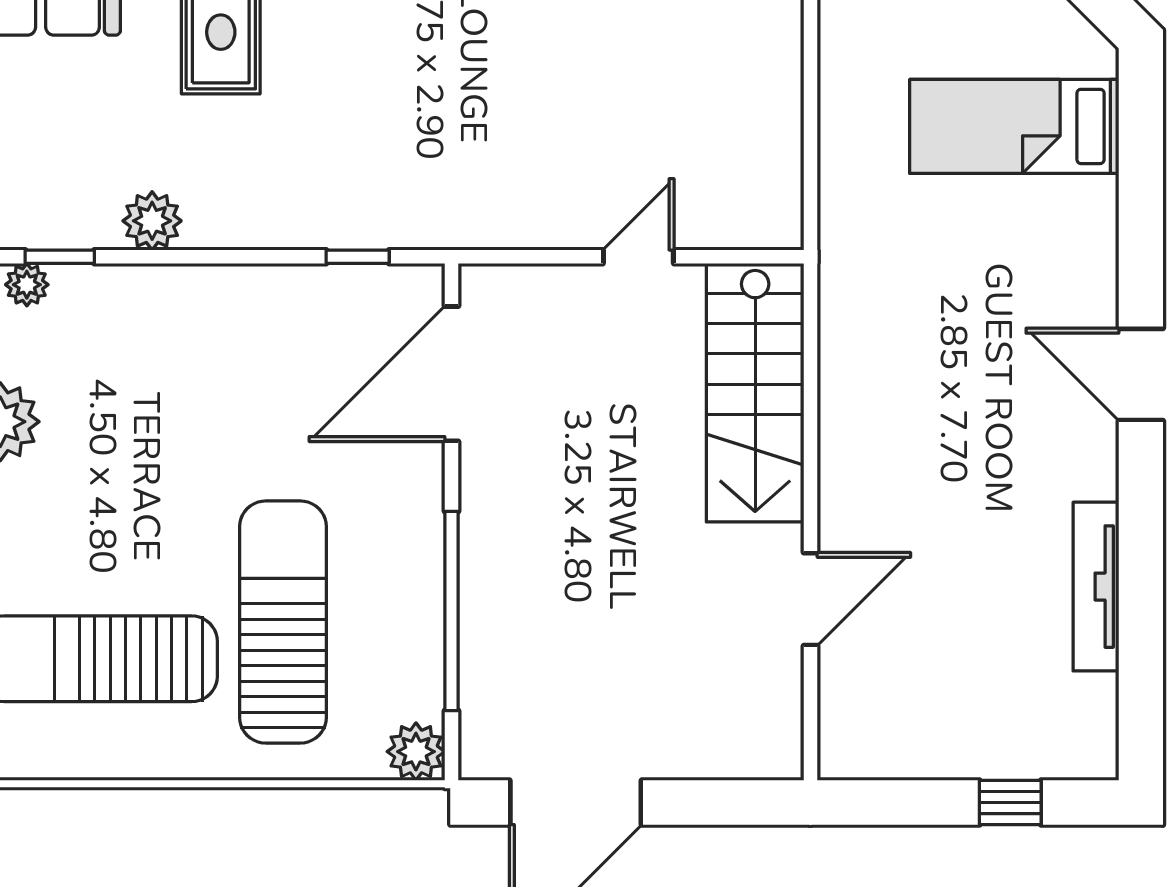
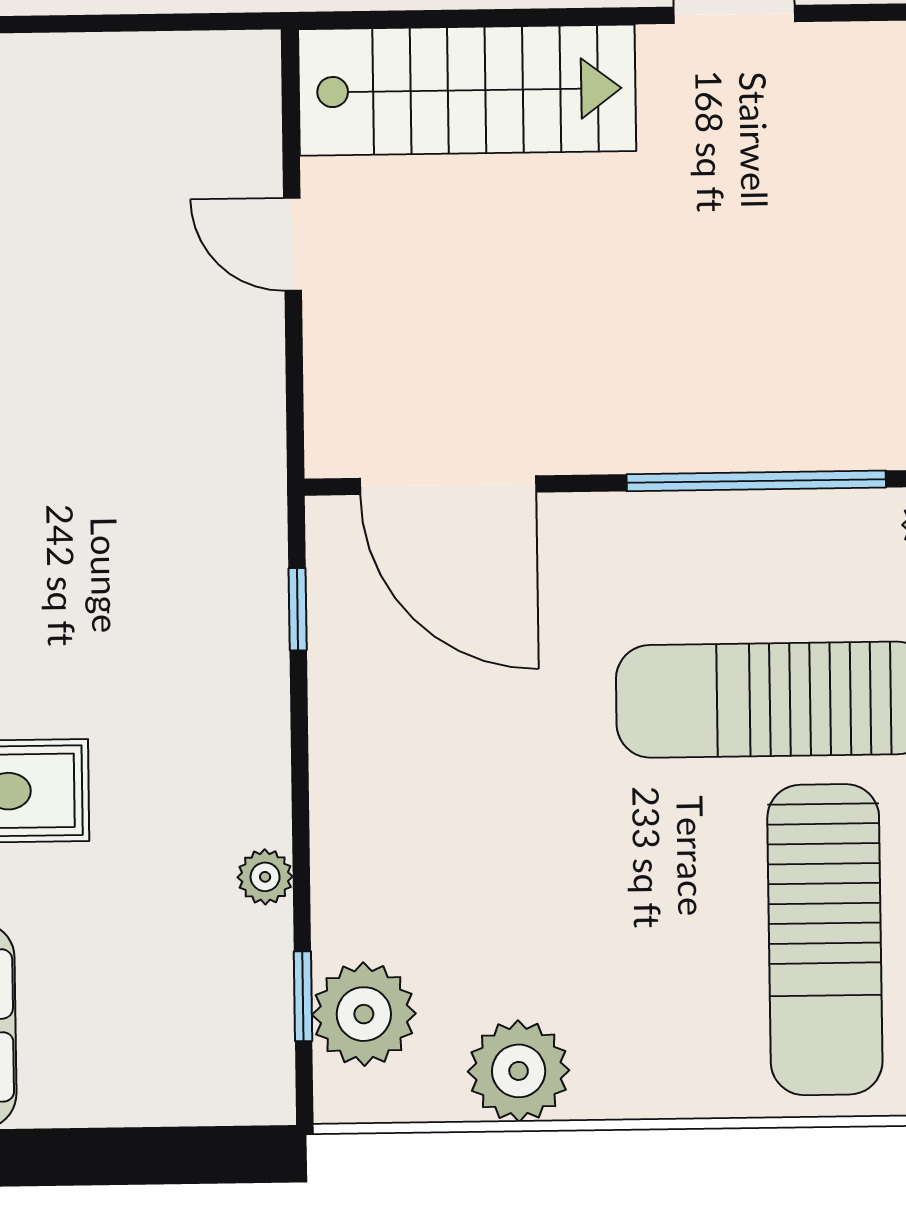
plant: (152, 221) -> (265, 877), width x0.73, depth x0.73
plant: (27, 285) -> (364, 1014), width x1.88, depth x1.88

